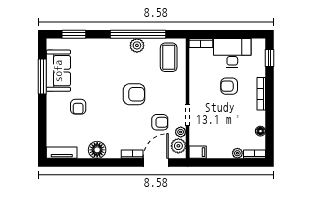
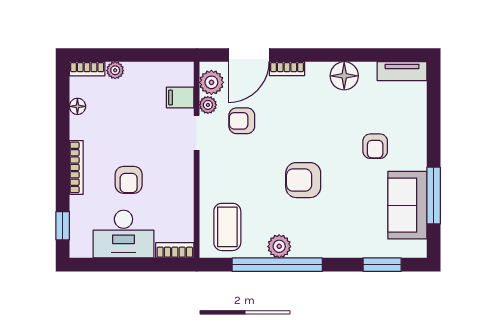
armchair: (229, 86) -> (129, 180), turned 90
armchair: (134, 94) -> (303, 180), moved
armchair: (78, 107) -> (375, 146), turned 180
filing cabinet: (198, 152) -> (180, 98), moved

